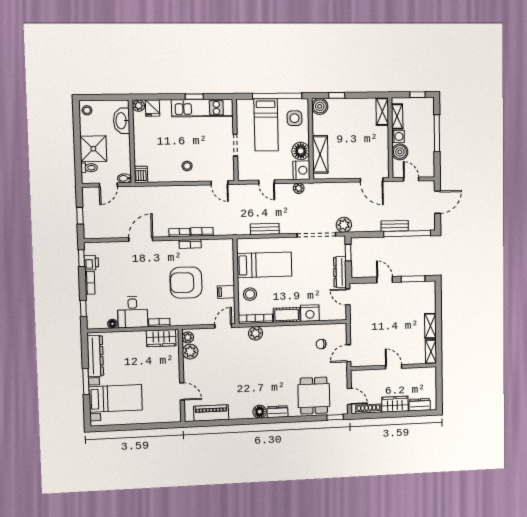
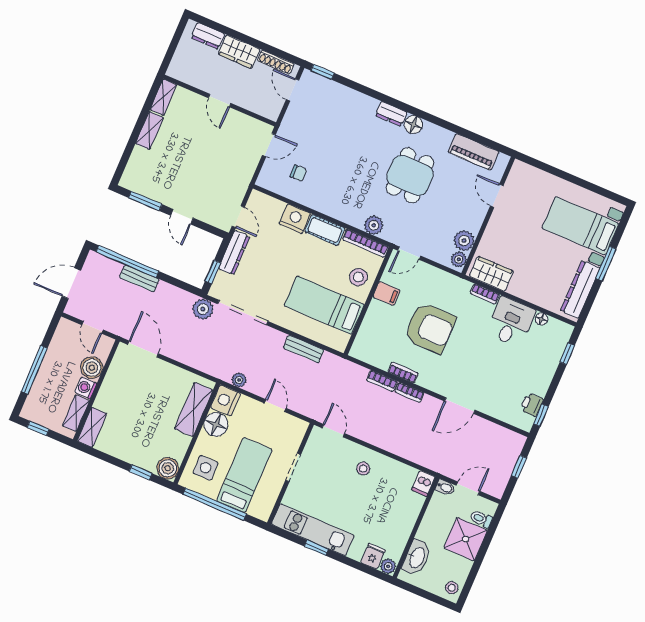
bookcase: (90, 283) -> (545, 381), removed
dining table: (314, 396) -> (410, 175), moved

